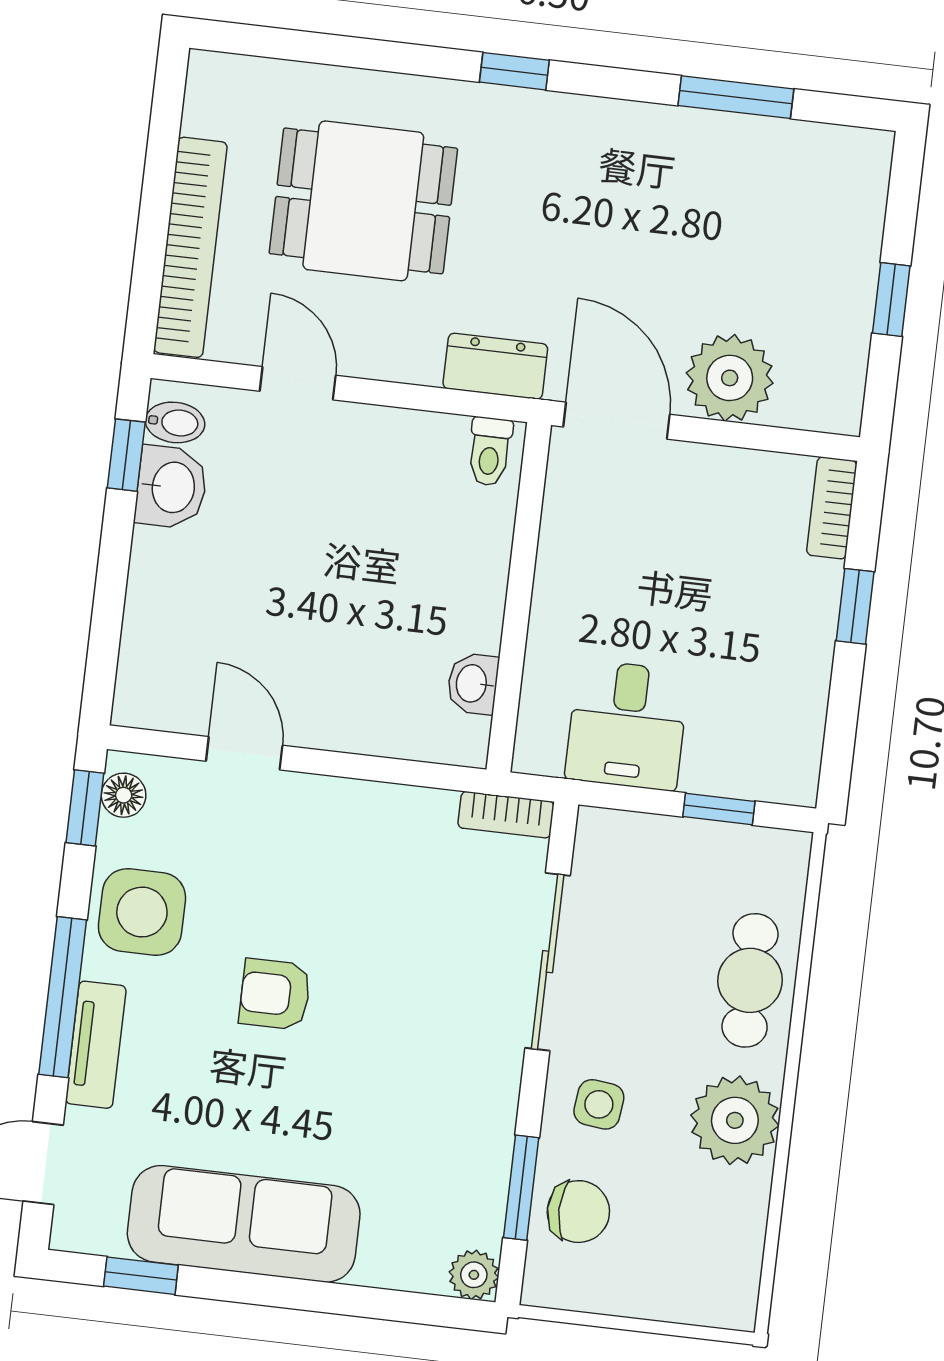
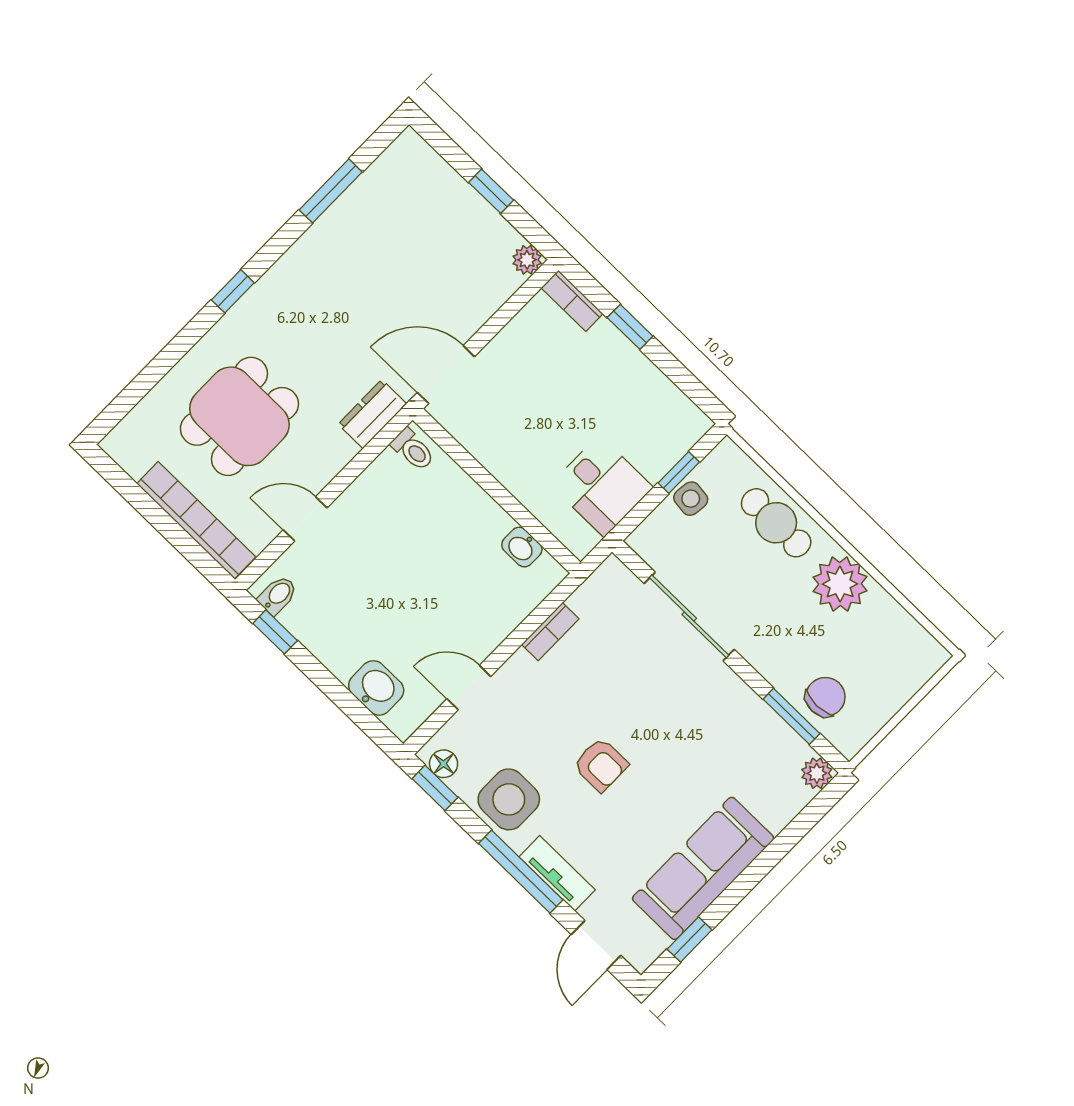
plant: (730, 378) -> (527, 260), moved, width x0.53, depth x0.53
washbasin: (171, 487) -> (376, 688), moved
bookcase: (506, 815) -> (550, 632), moved
armchair: (275, 994) -> (601, 765), turned -90
side table: (599, 1104) -> (691, 499), moved

